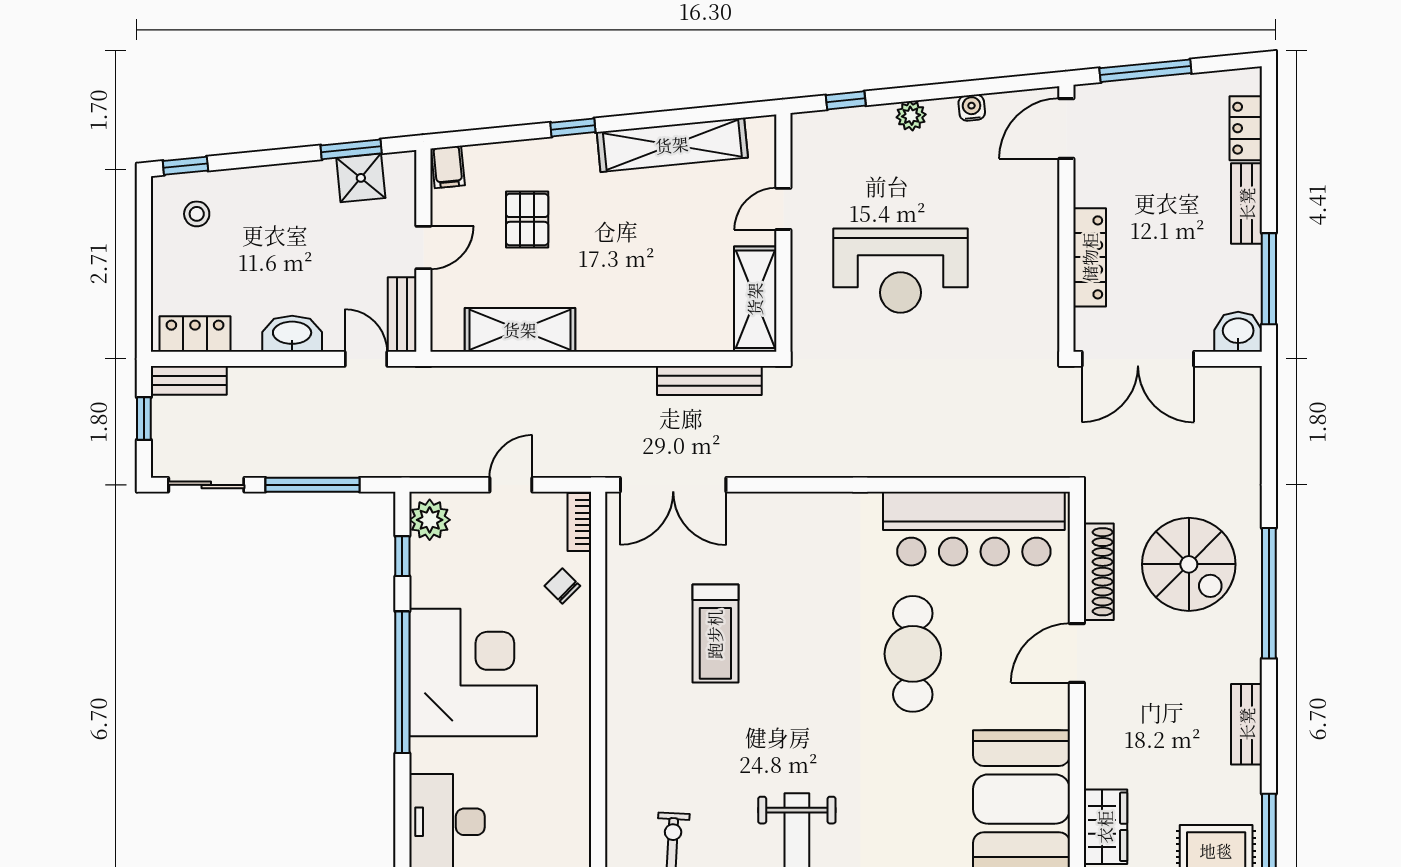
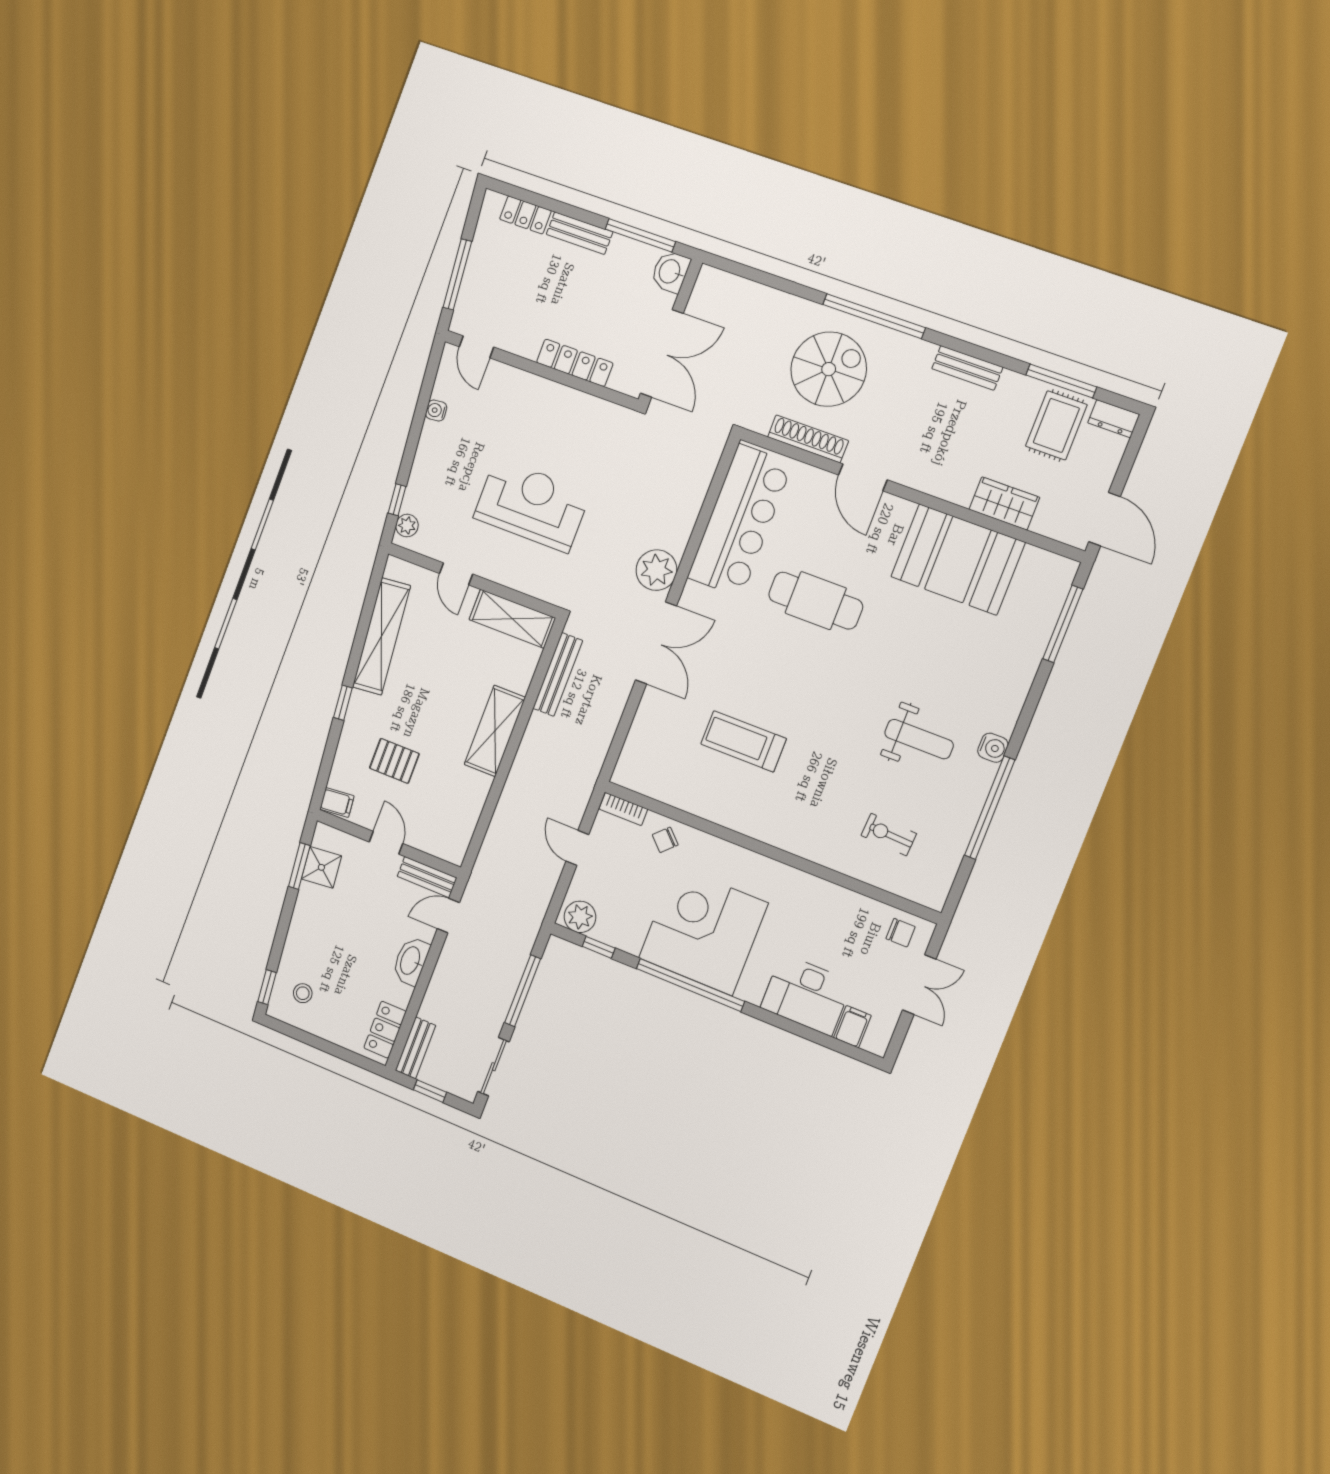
plant: (911, 116) -> (407, 526), moved
door: (1066, 128) -> (476, 347), width x0.73
reception desk: (900, 271) -> (532, 505), turned -90
shelving: (520, 330) -> (495, 731), moved
plant: (879, 452) -> (656, 570), added
double door: (673, 485) -> (656, 643), moved
treadmill: (715, 634) -> (744, 741), turned 180

